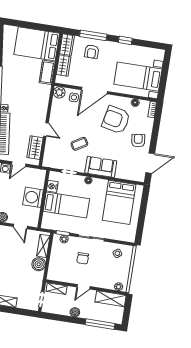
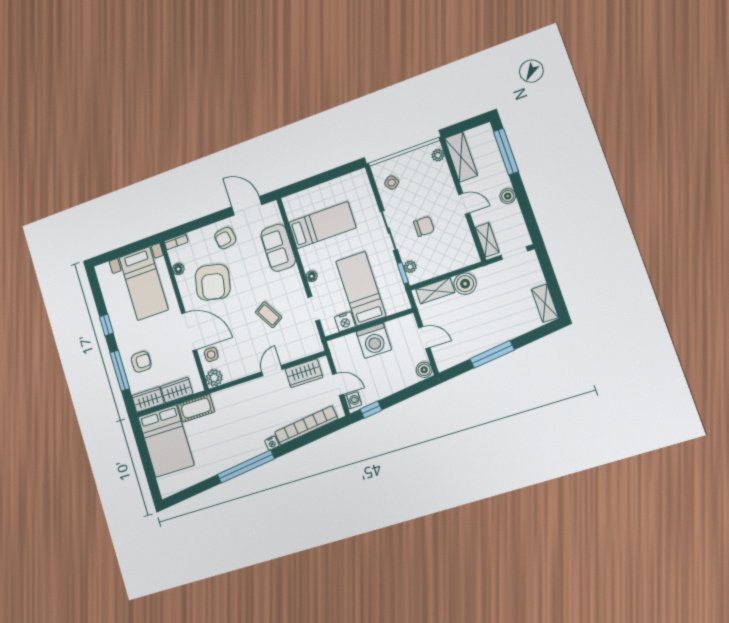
sofa: (101, 167) -> (278, 248), moved
bed: (119, 202) -> (322, 225), width x0.67
door: (20, 226) -> (424, 338), hinge flipped

